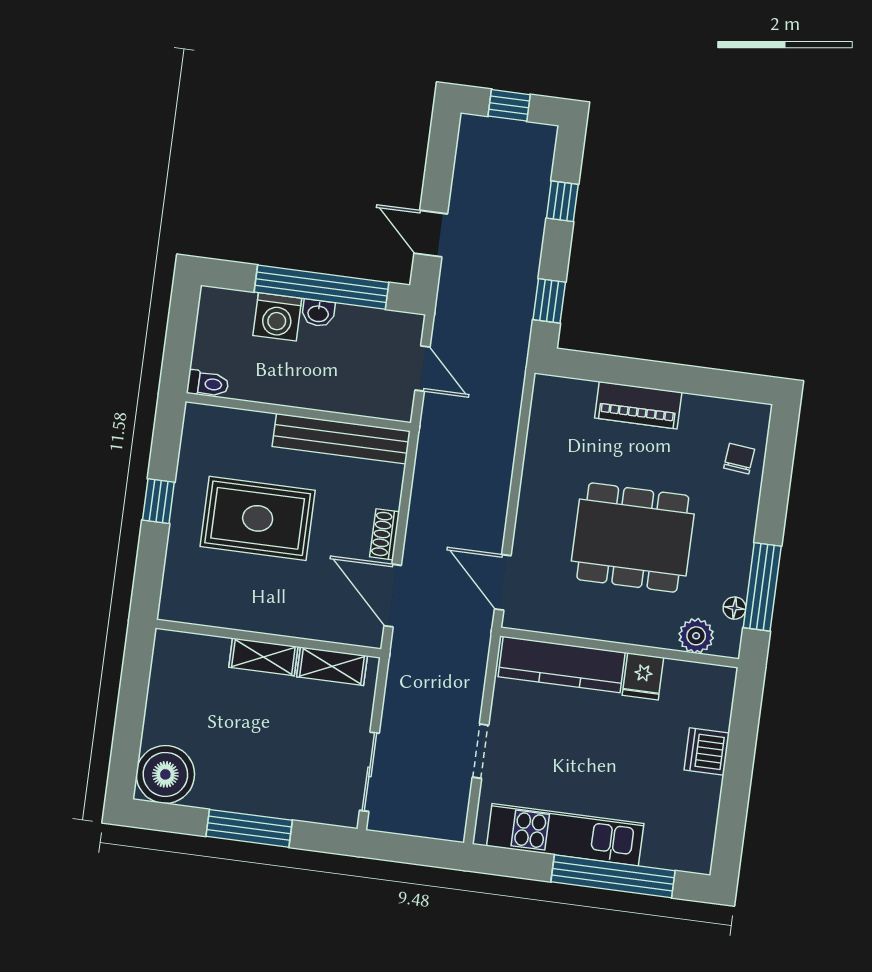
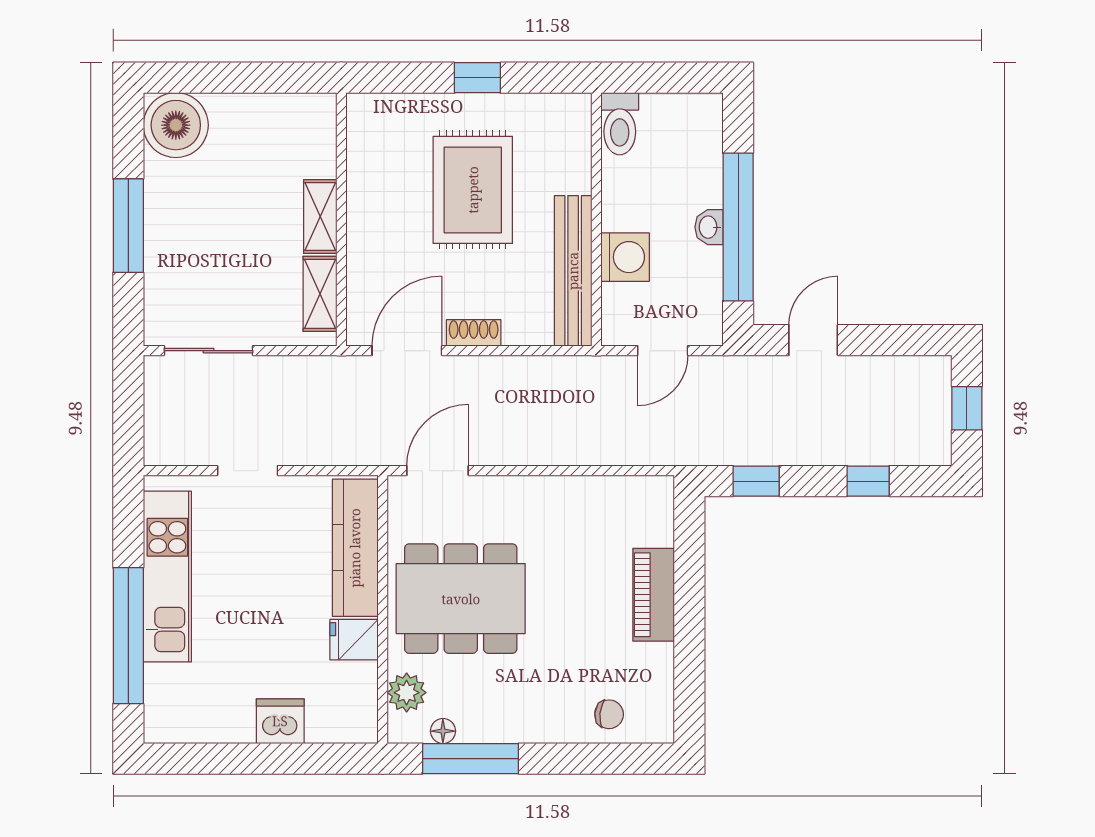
washing machine: (277, 317) -> (625, 257), moved, turned 180
toilet: (208, 384) -> (620, 124), width x1.37, depth x1.39
dining table: (633, 537) -> (461, 599), moved, turned 90

